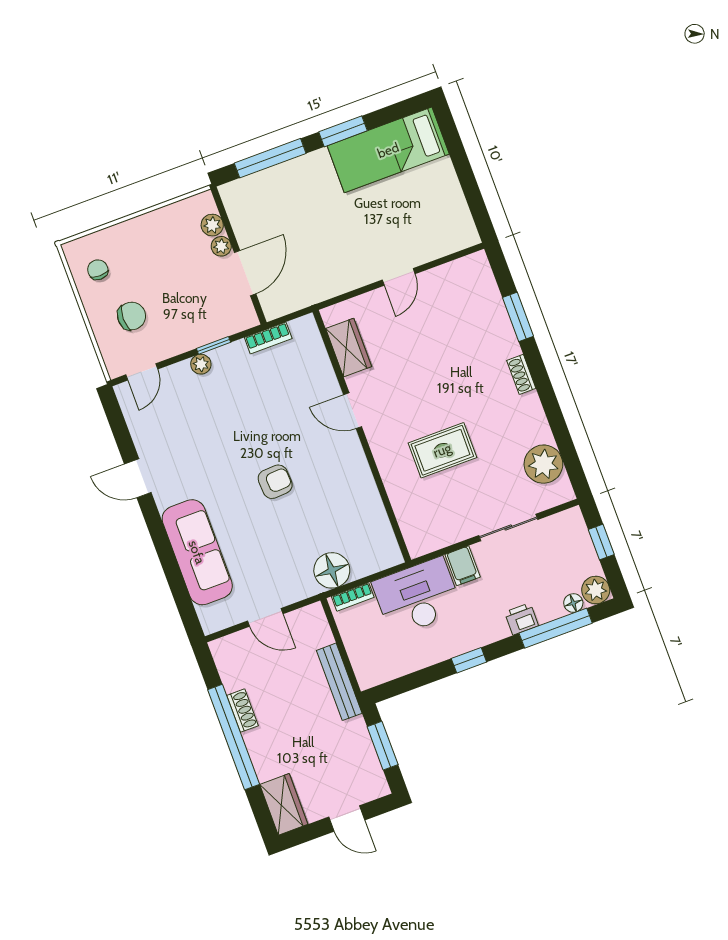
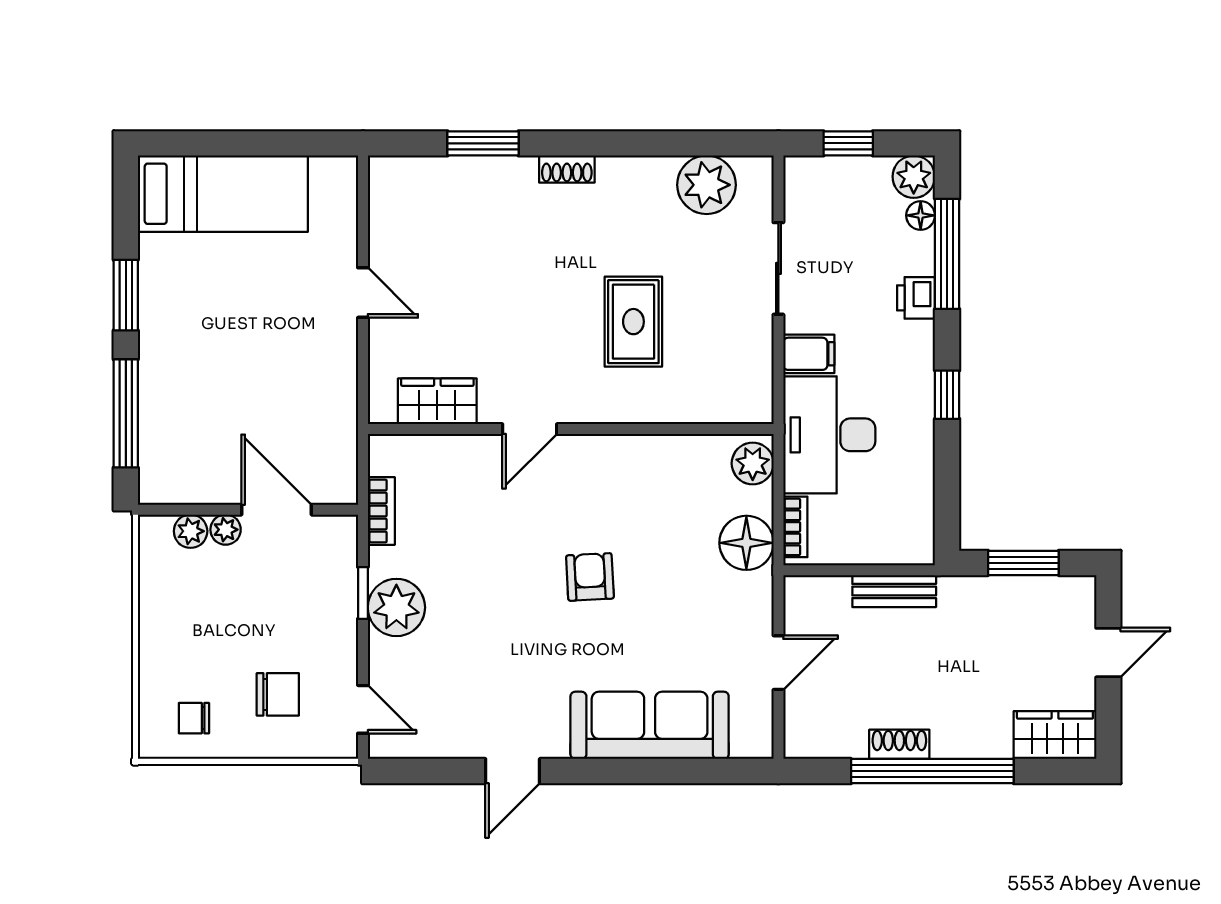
bed: (388, 150) -> (223, 194), moved, turned -90
chair: (132, 316) -> (278, 694), turned 90
plant: (201, 364) -> (396, 607), width x1.87, depth x1.87
plant: (382, 556) -> (753, 463), added
bench: (339, 682) -> (894, 591), width x0.73

